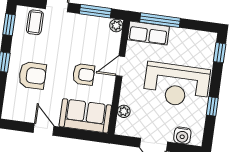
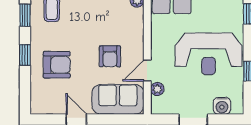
door: (120, 66) -> (147, 71), moved
armchair: (83, 74) -> (110, 56), turned 90

